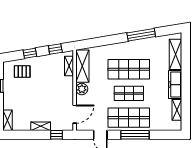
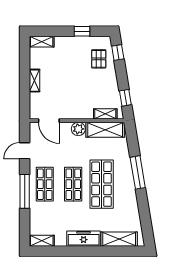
window: (141, 35) -> (138, 172), moved
window: (30, 53) -> (118, 52), moved
shelving: (177, 110) -> (42, 241), moved
shop shelf: (129, 118) -> (45, 184), width x0.70, depth x0.74
window: (56, 135) -> (25, 99), removed

